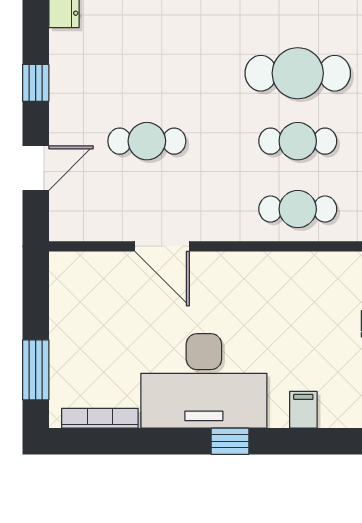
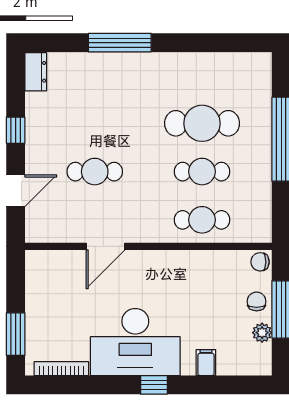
door: (162, 246) -> (106, 246), hinge flipped

